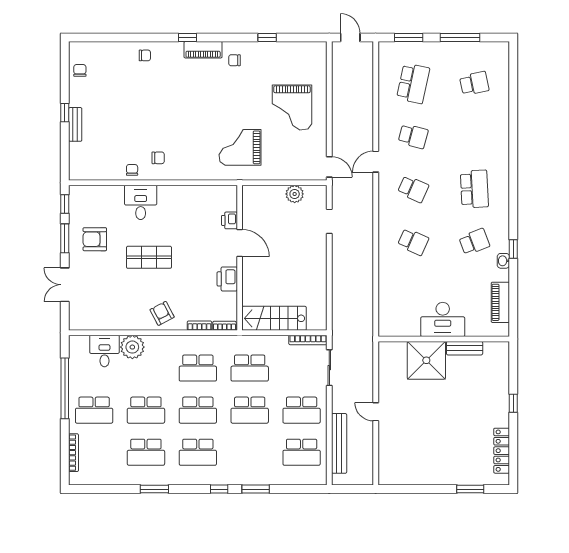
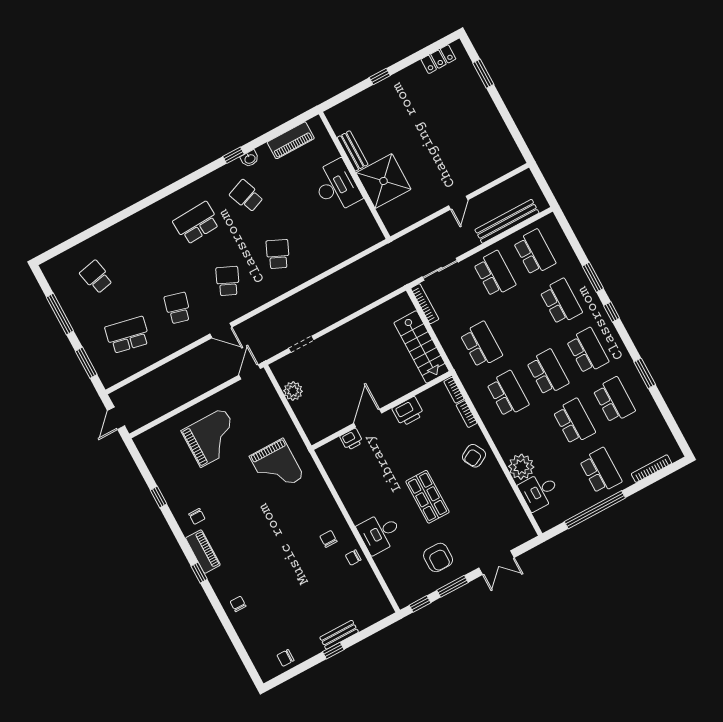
school desk: (250, 410) -> (561, 302), moved
locker: (502, 451) -> (438, 59), width x0.66

